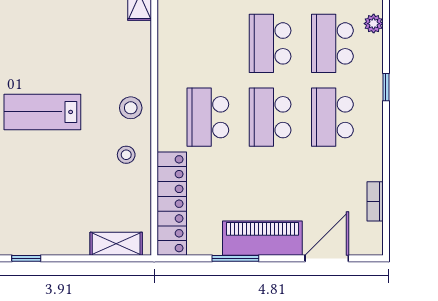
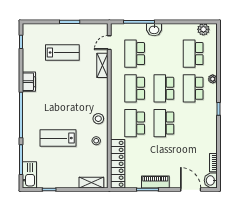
lab bench: (42, 112) -> (58, 138), moved
school desk: (332, 117) -> (135, 88), moved
piano: (262, 238) -> (155, 182), width x0.73, depth x0.75
washbasin: (369, 239) -> (211, 180), added
door: (327, 258) -> (191, 190), hinge flipped

